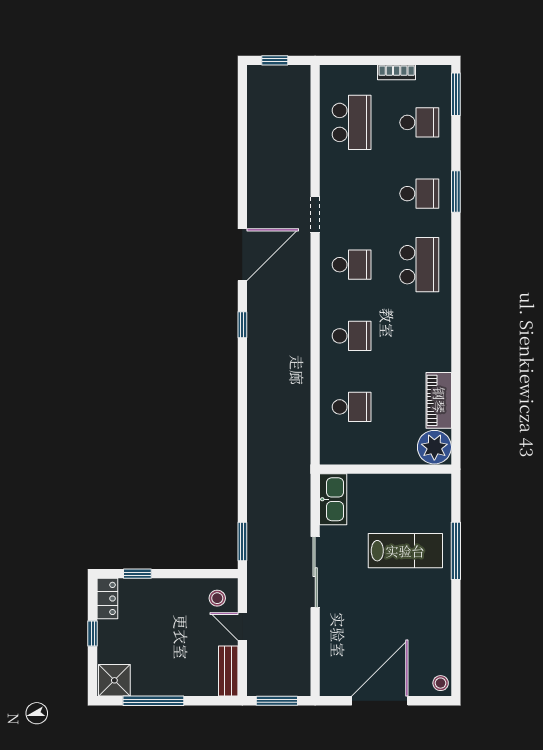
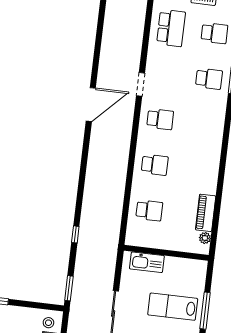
school desk: (419, 265) -> (203, 124), removed
window: (242, 325) -> (75, 234), moved
plant: (434, 447) -> (205, 238), width x0.53, depth x0.53
kitchen sink: (333, 499) -> (147, 262), moved, turned 90
lab bench: (405, 551) -> (173, 307), turned 180

